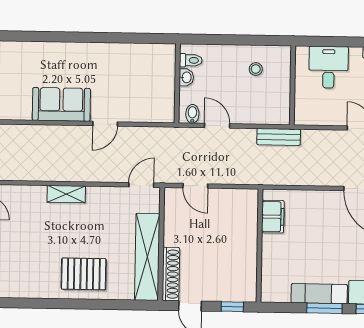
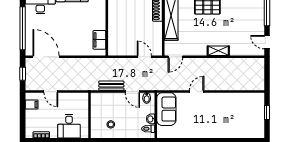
sofa: (61, 104) -> (166, 109), moved, turned -90
bench: (279, 137) -> (111, 86), moved

